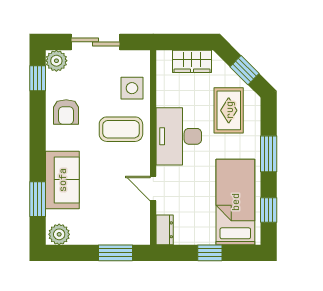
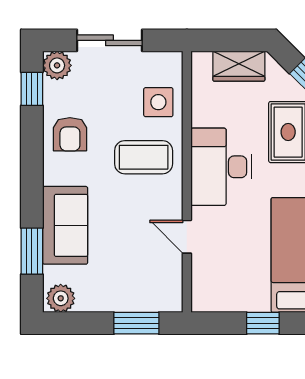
dresser: (165, 230) -> (202, 292), removed

